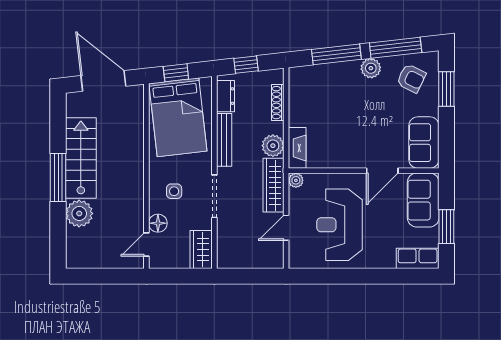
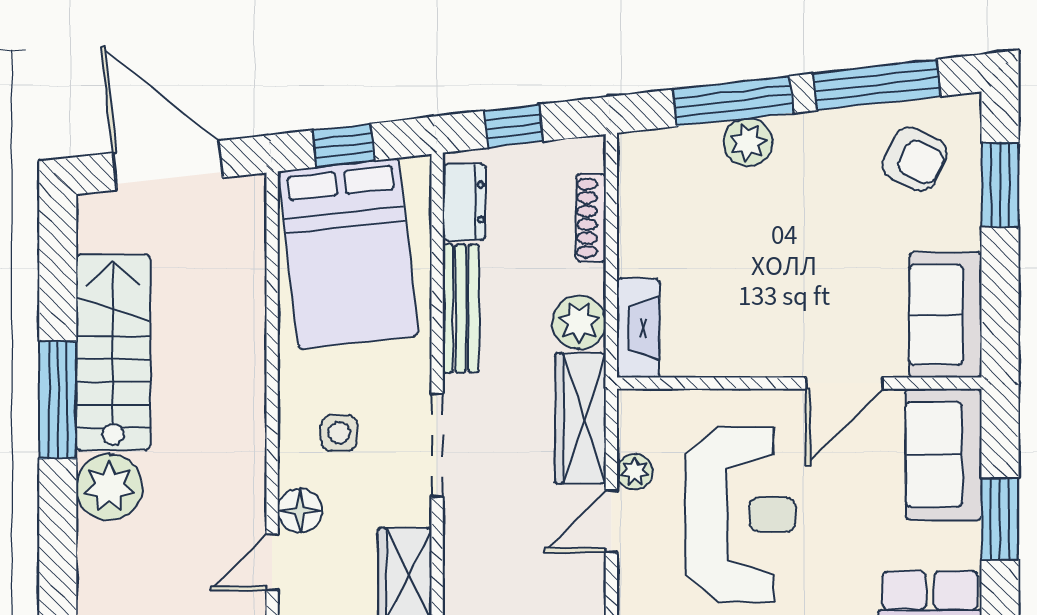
plant: (371, 68) -> (748, 142), moved
plant: (296, 180) -> (635, 472), moved
reception desk: (339, 225) -> (740, 514), turned 180

